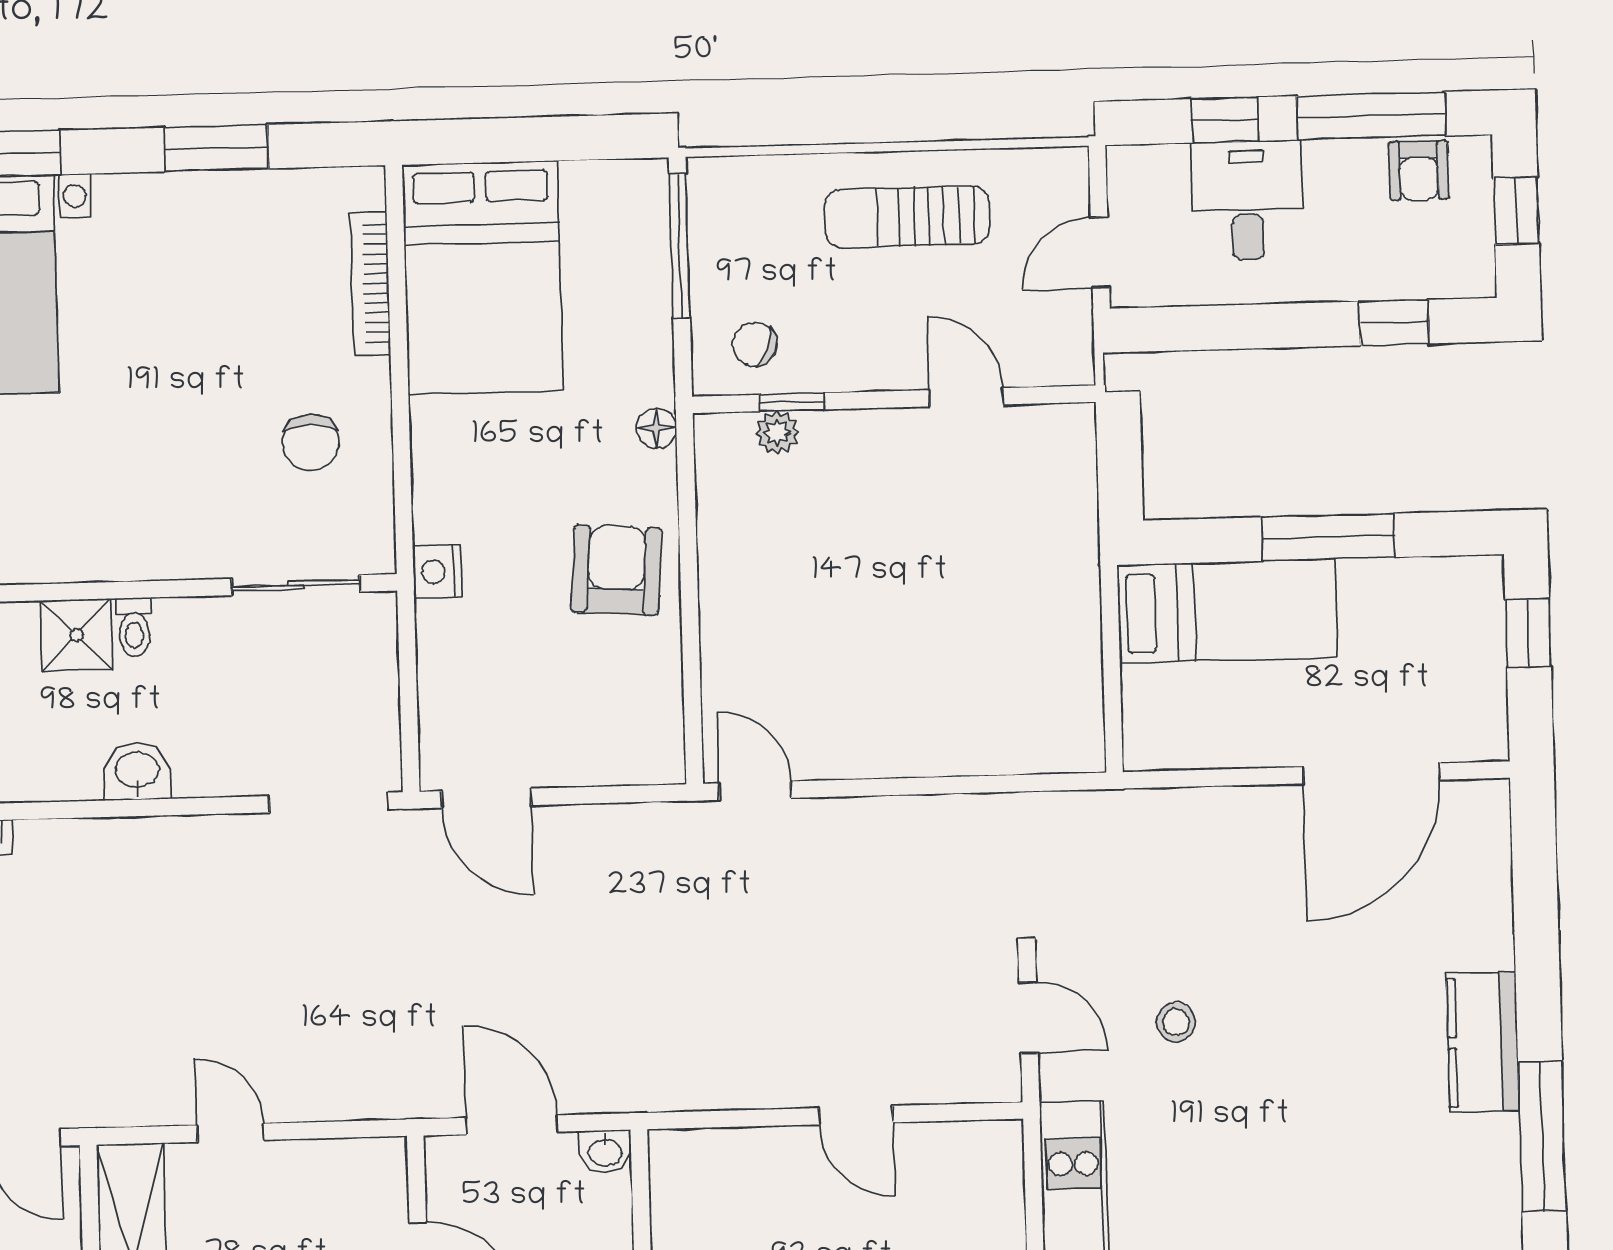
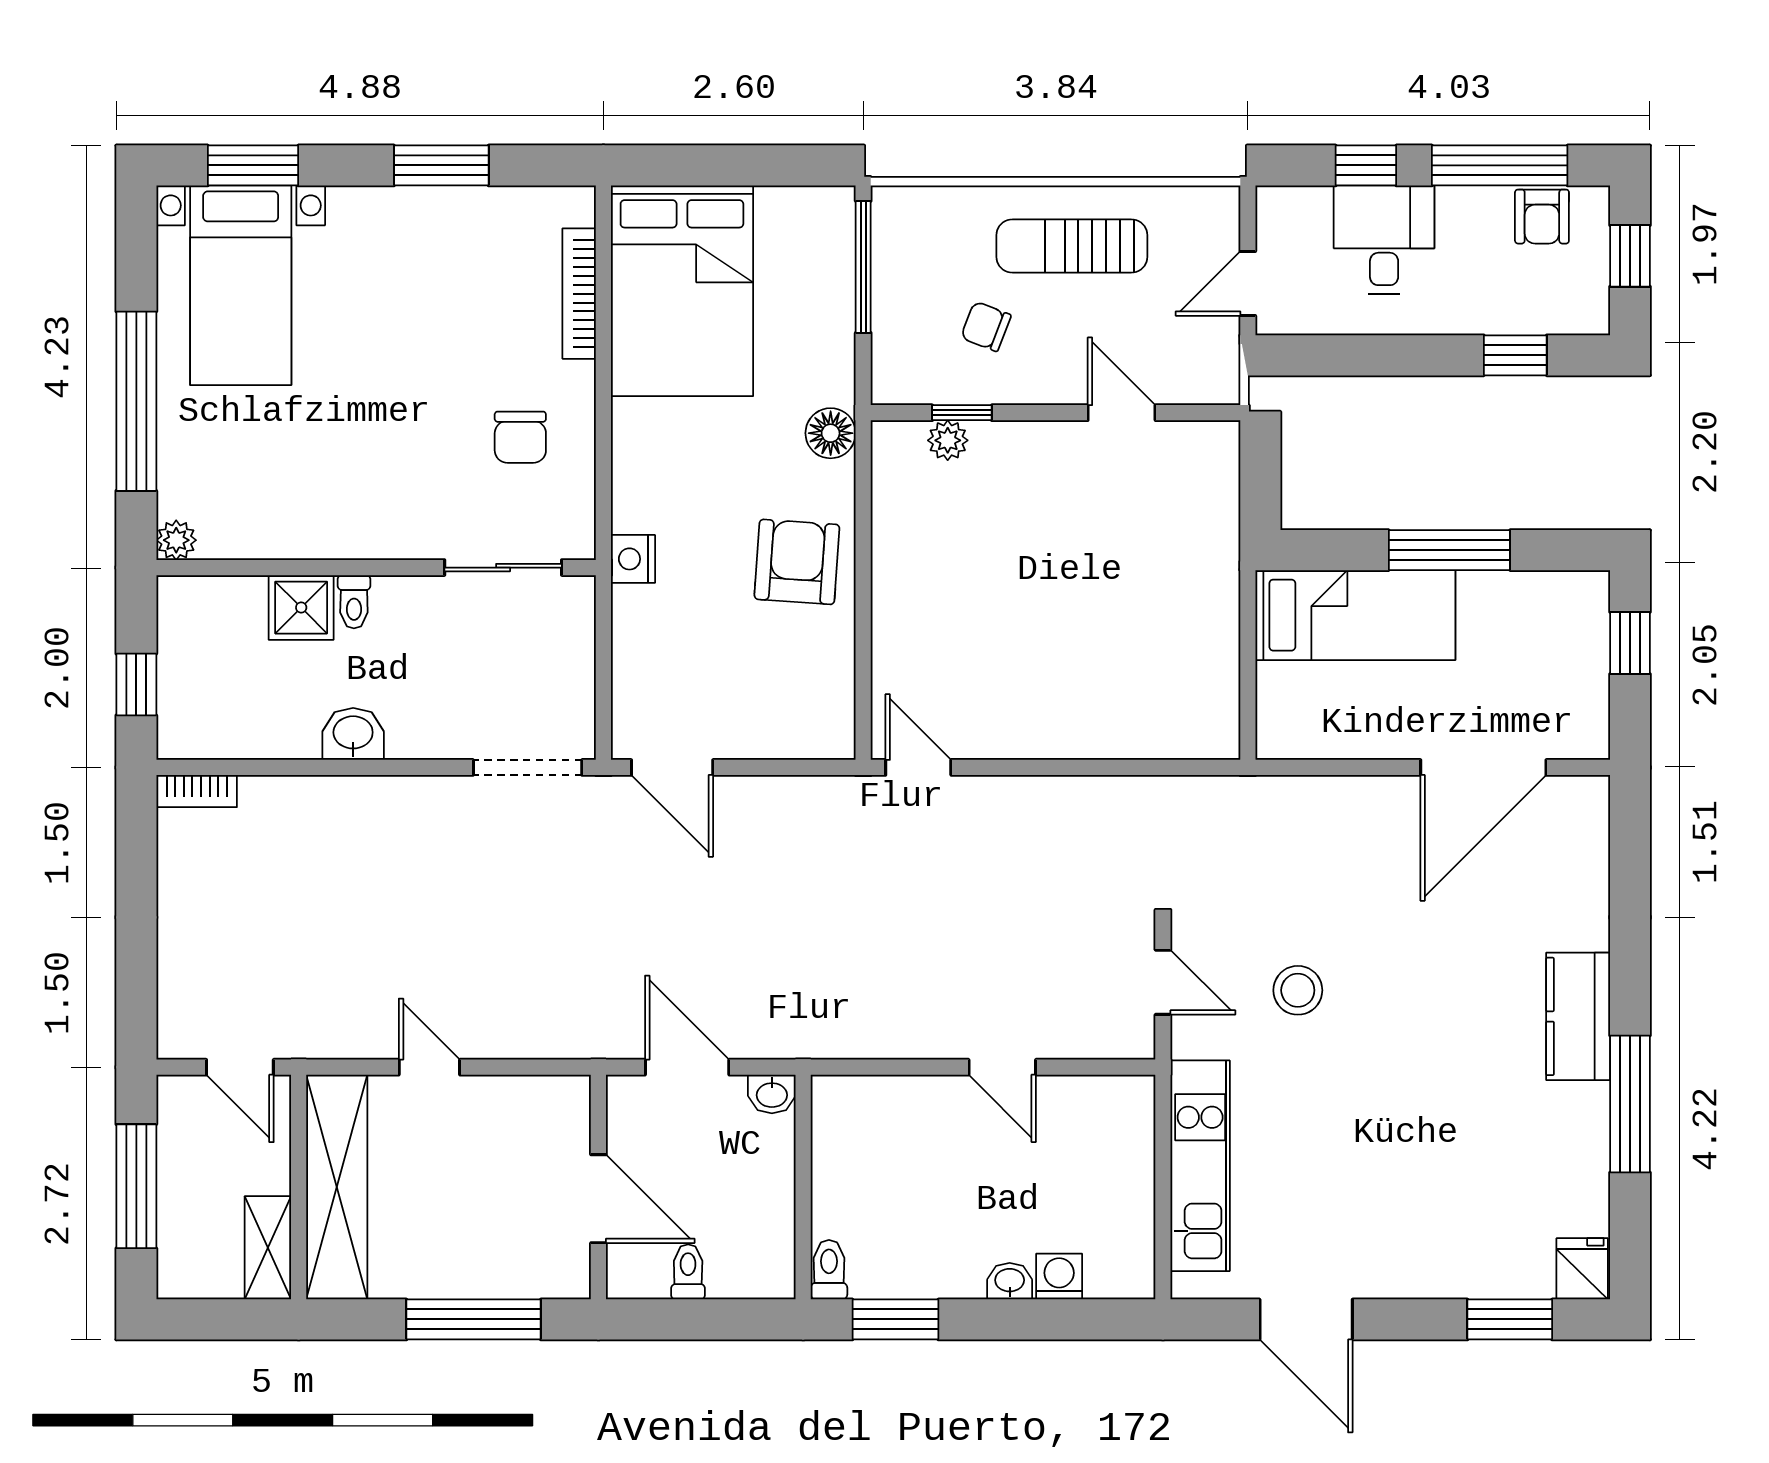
chair: (755, 344) -> (986, 326), moved
floor lamp: (657, 428) -> (831, 433), width x1.37, depth x1.37
stool: (1176, 1022) -> (1298, 990), width x1.37, depth x1.37

